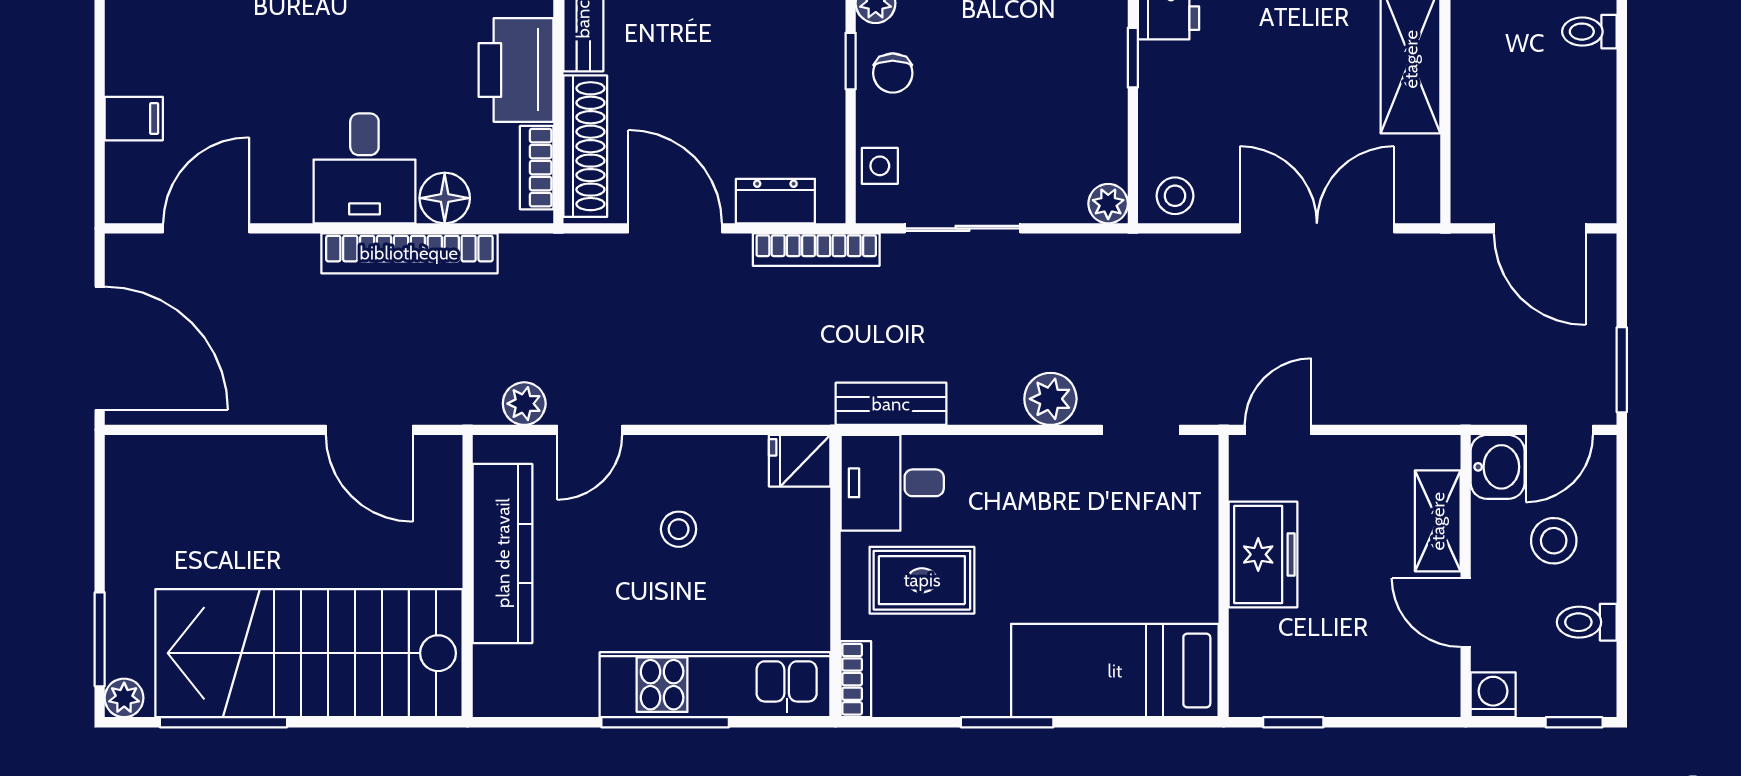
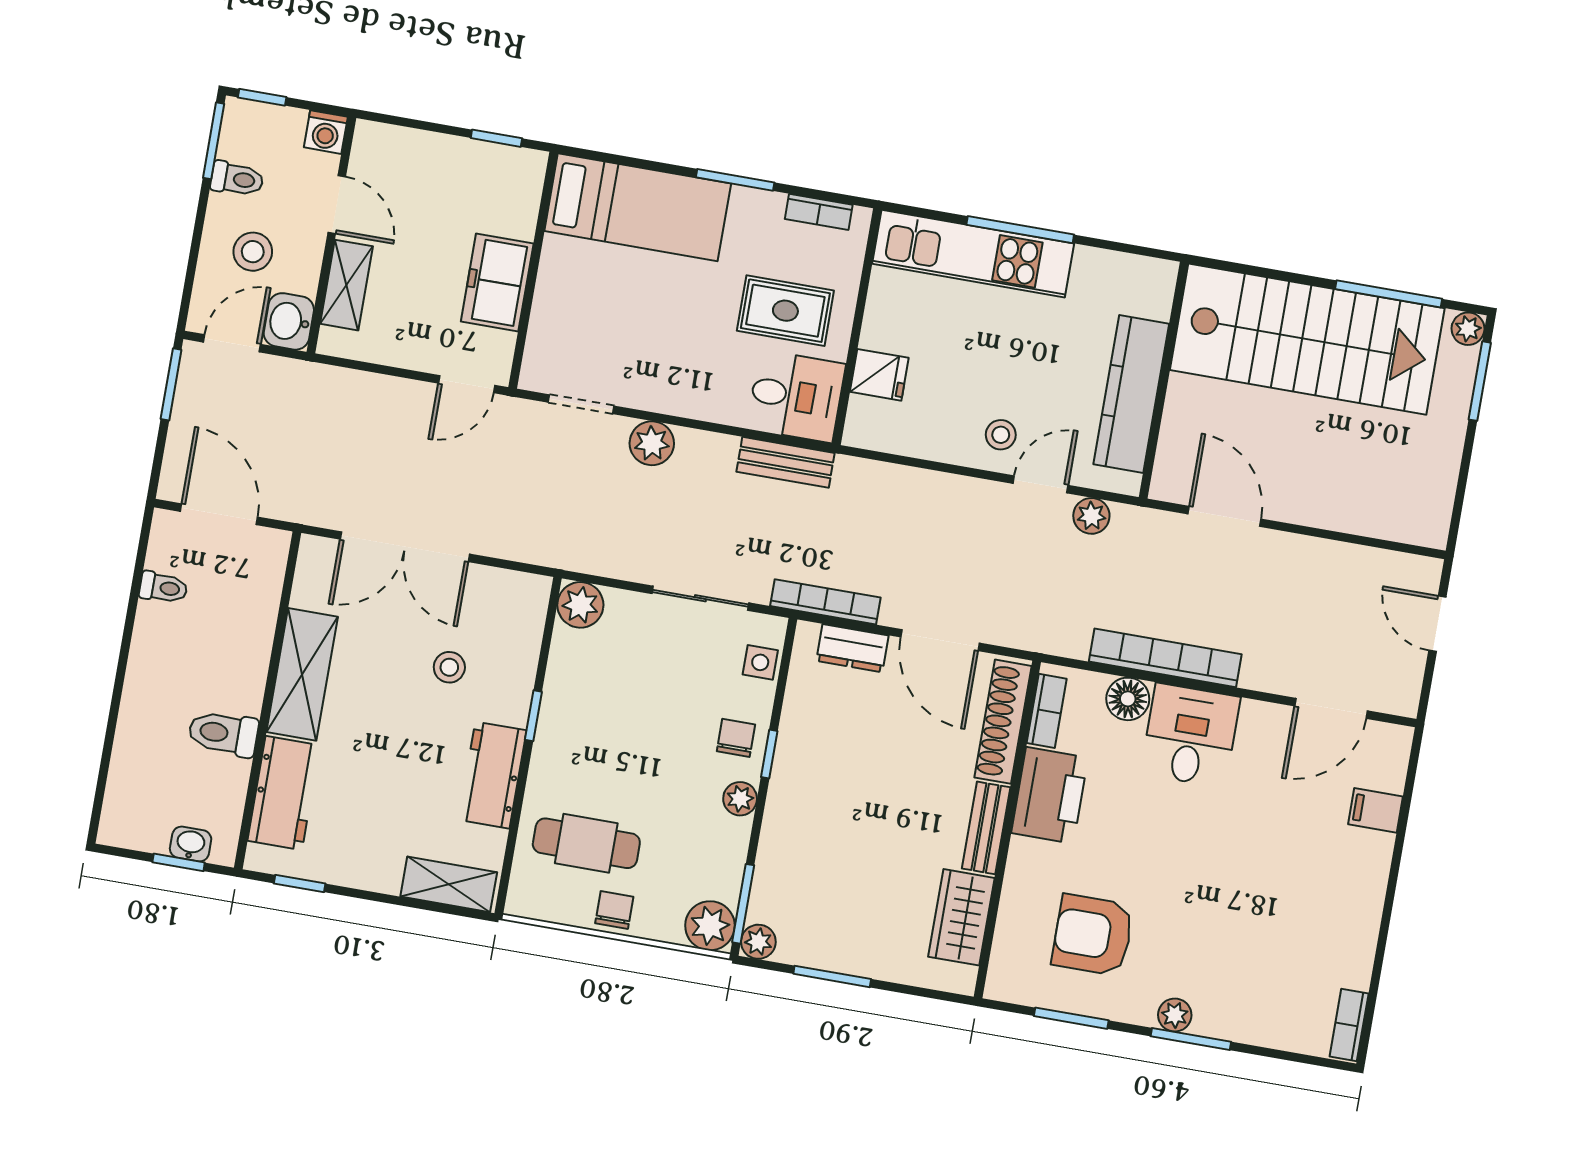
toilet: (1589, 32) -> (163, 588), moved
stool: (1175, 196) -> (449, 667), moved
plant: (1108, 204) -> (580, 605), width x1.38, depth x1.38
door: (100, 348) -> (1437, 624), width x0.53
fridge: (800, 461) -> (879, 375), moved
stool: (679, 529) -> (1001, 435), moved
window: (1622, 662) -> (214, 141), added
bookcase: (856, 679) -> (819, 212), moved, turned -90

